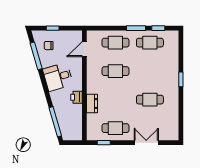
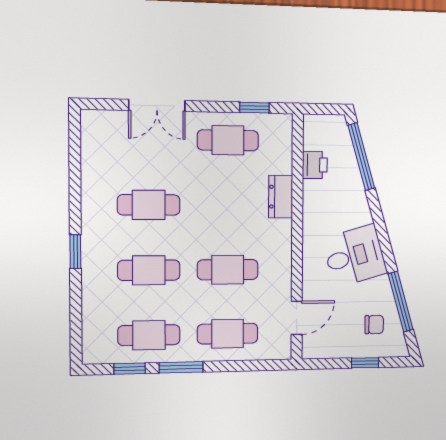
cafe table: (150, 71) -> (149, 270), added
printer: (77, 97) -> (315, 165), moved

